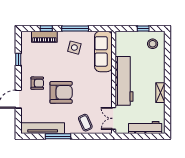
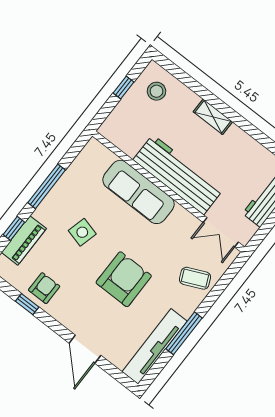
side table: (74, 48) -> (82, 232), moved
sofa: (103, 51) -> (138, 192), moved
armchair: (37, 83) -> (44, 288), moved
shelving: (160, 93) -> (213, 117), moved

